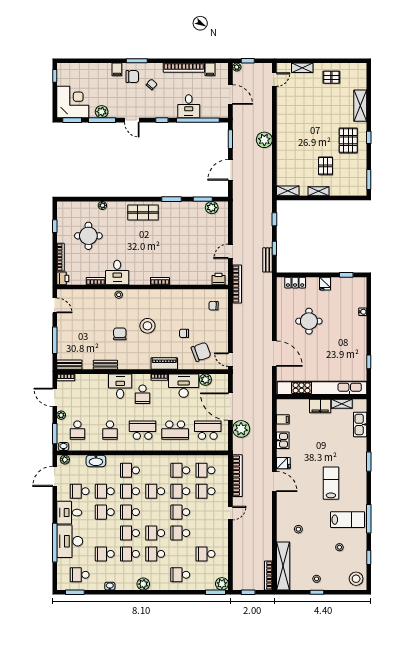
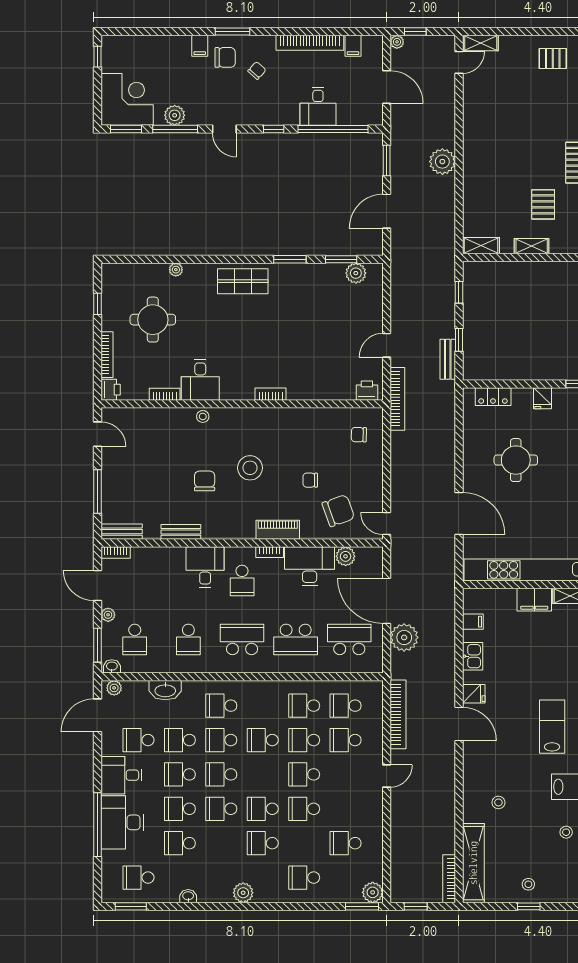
shelving: (302, 68) -> (481, 43), moved
school desk: (130, 554) -> (180, 809), moved

